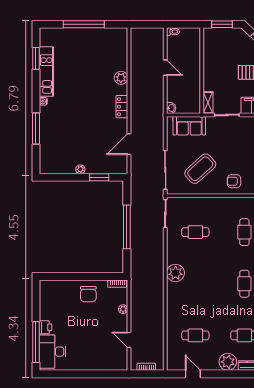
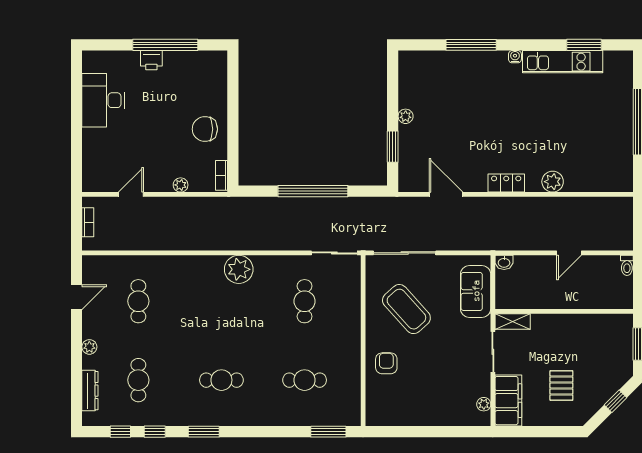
window: (36, 342) -> (165, 45), moved
desk: (53, 352) -> (103, 100), moved, turned -90
plant: (228, 362) -> (89, 347), width x0.53, depth x0.53

